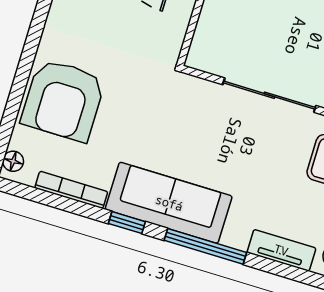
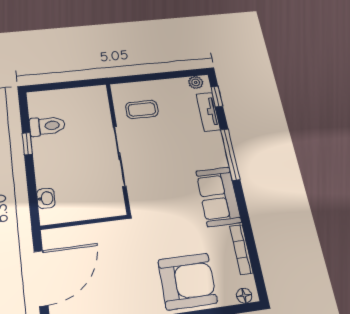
sofa: (169, 203) -> (218, 197), width x0.73
window: (127, 223) -> (217, 96), moved

